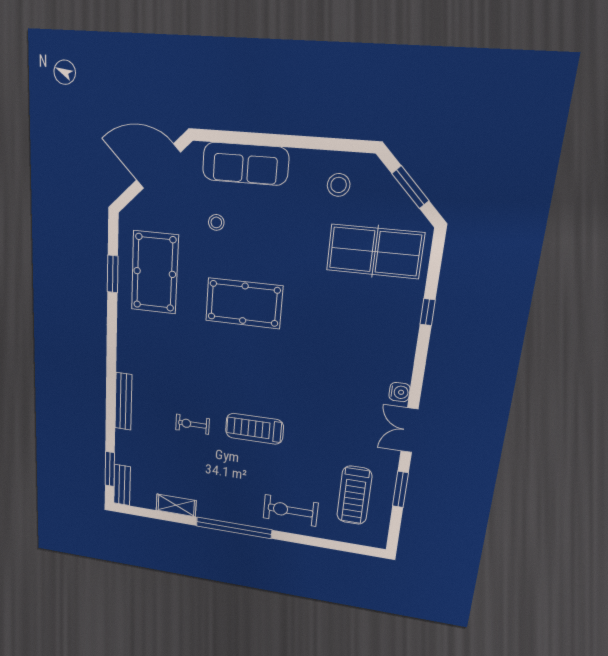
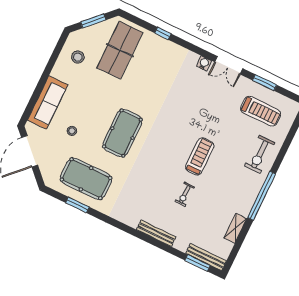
treadmill: (254, 429) -> (200, 156), turned 180
bench: (122, 485) -> (206, 257), width x1.36

